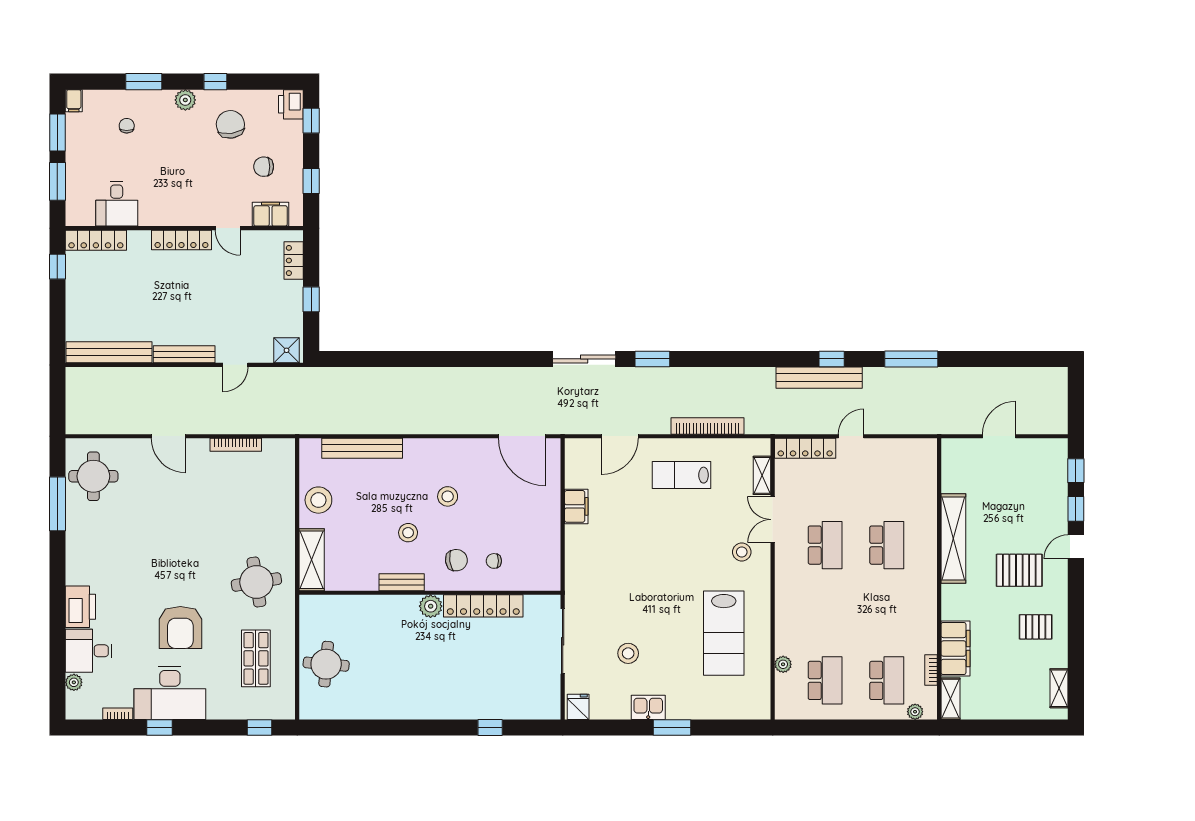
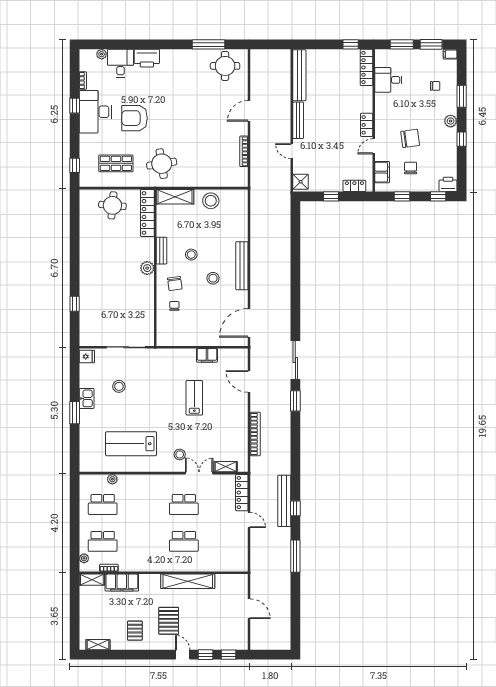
chair: (230, 124) -> (410, 138), moved
locker: (181, 240) -> (367, 125), width x0.66
bench: (362, 448) -> (242, 266), moved
lab bench: (682, 475) -> (194, 398), moved
locker: (483, 606) -> (147, 213), moved

